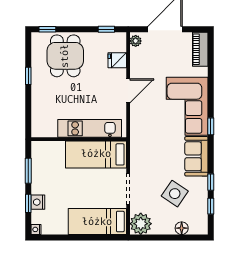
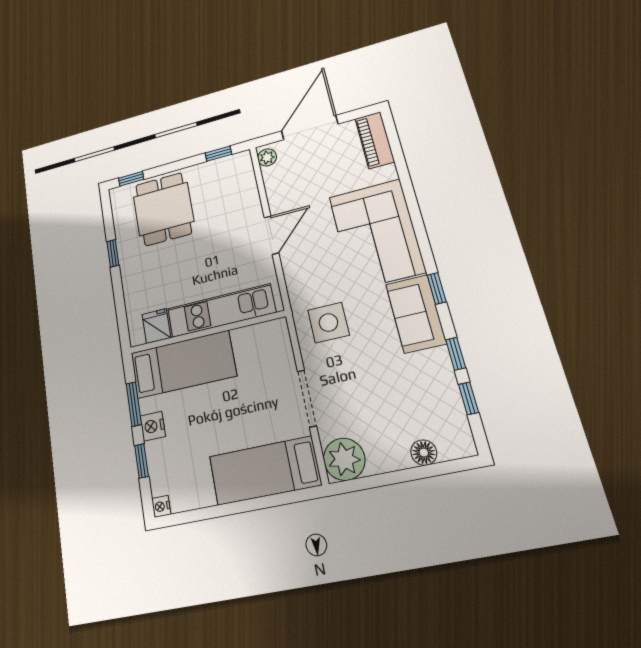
fridge: (117, 60) -> (156, 326), moved, turned 90
window: (211, 126) -> (437, 289), moved
bed: (96, 154) -> (183, 364), moved, turned 180
side table: (175, 194) -> (328, 323), moved, turned -34
nightstand: (38, 202) -> (153, 426), moved

